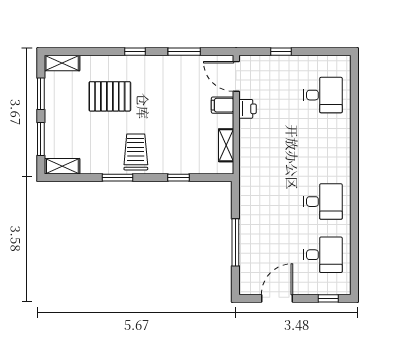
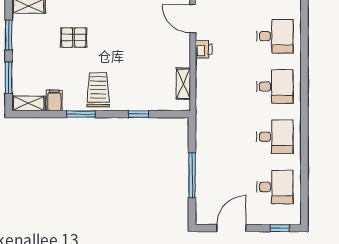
pallet: (110, 96) -> (74, 37), width x0.67, depth x0.71
filing cabinet: (222, 105) -> (54, 100), moved, turned 90
desk: (323, 148) -> (275, 86), added

